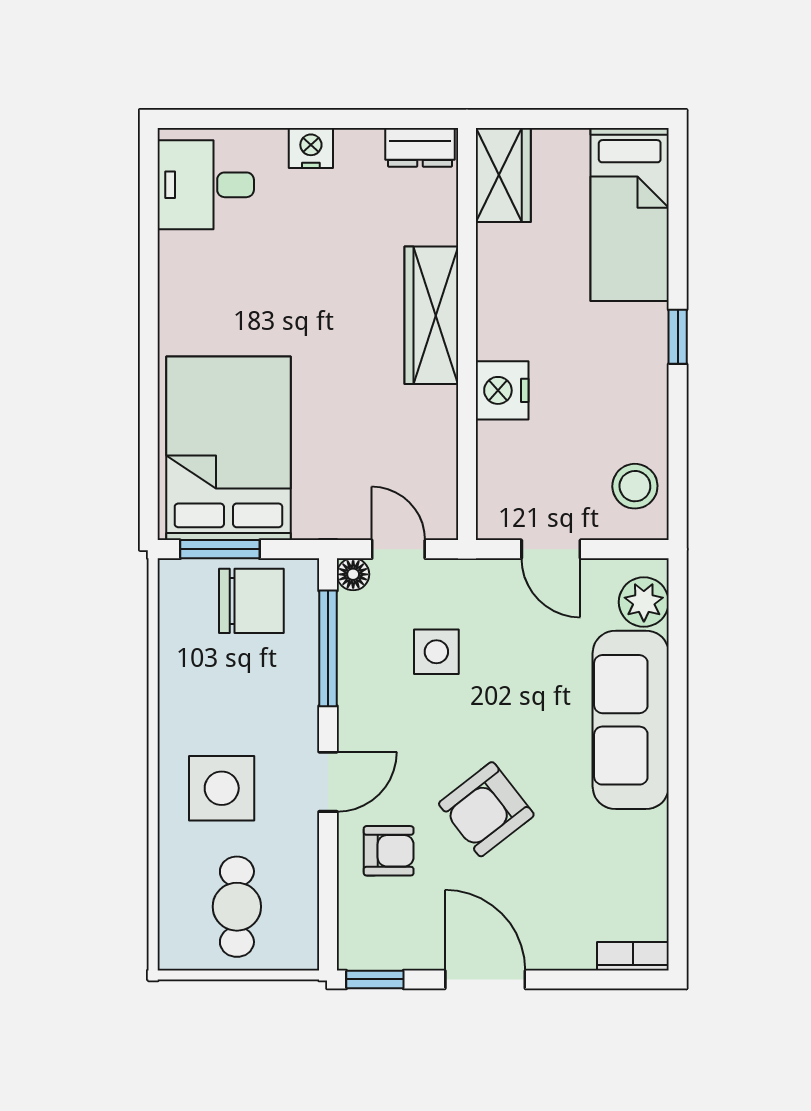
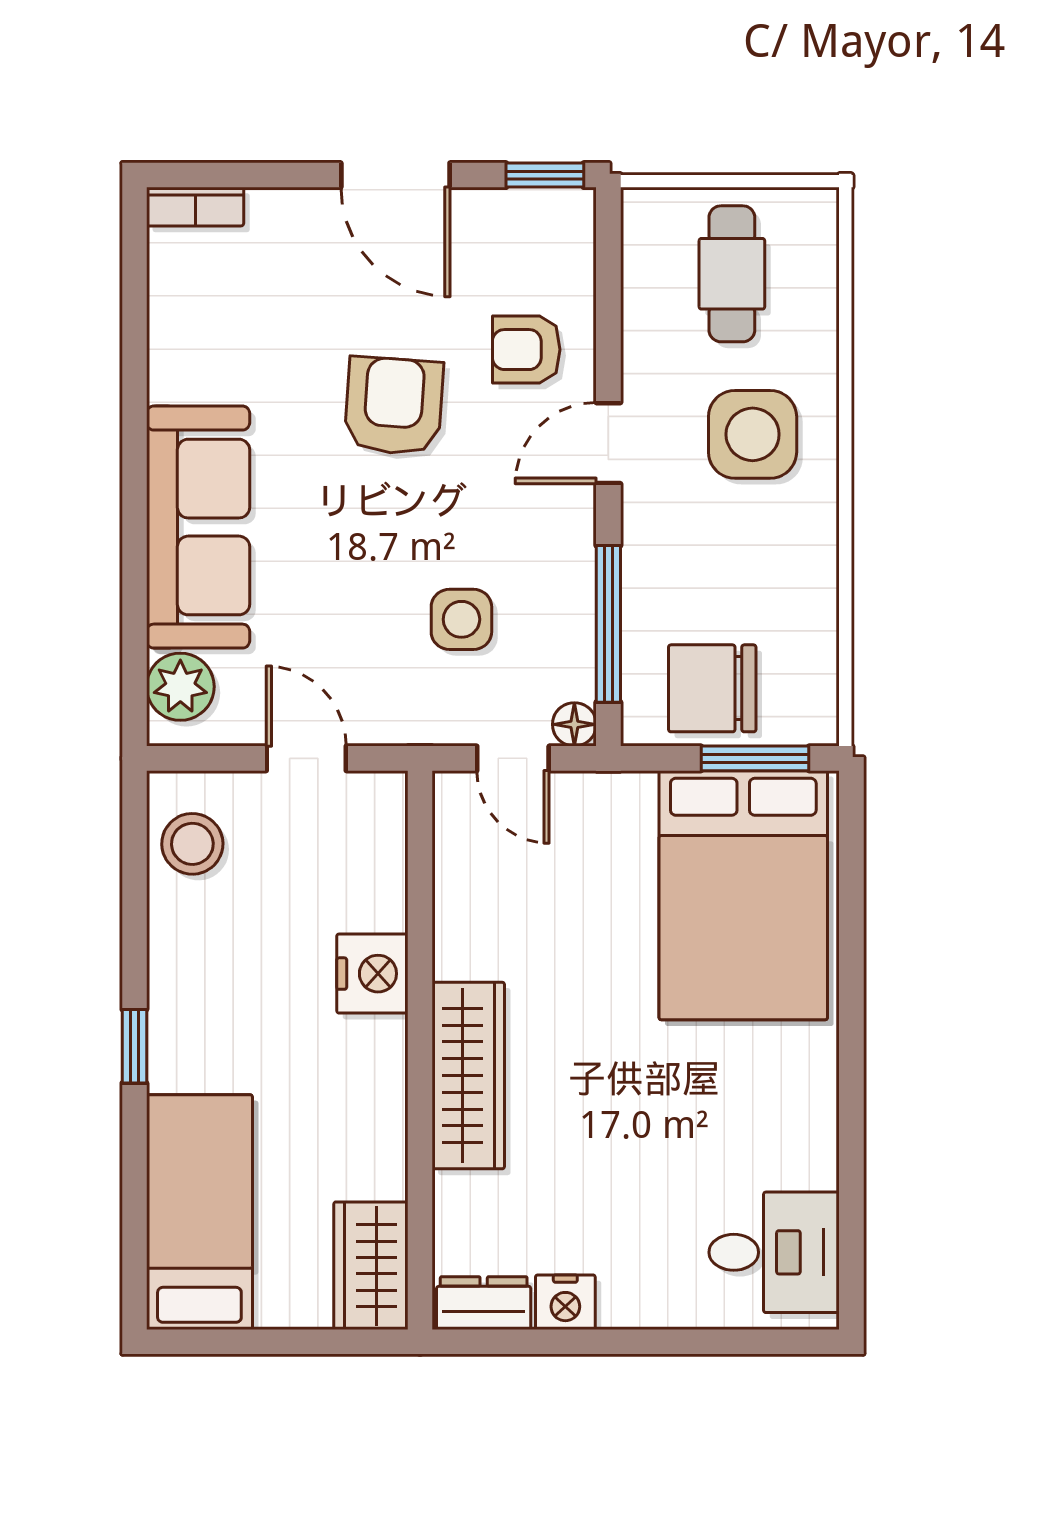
nightstand: (311, 148) -> (565, 1302), moved
armchair: (486, 809) -> (394, 406), turned -48

